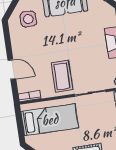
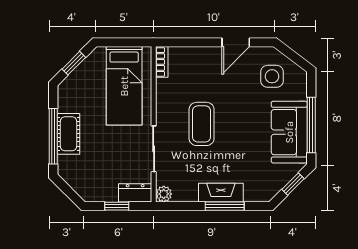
door: (12, 69) -> (236, 42), moved
coffee table: (62, 76) -> (202, 124), moved, turned 90

